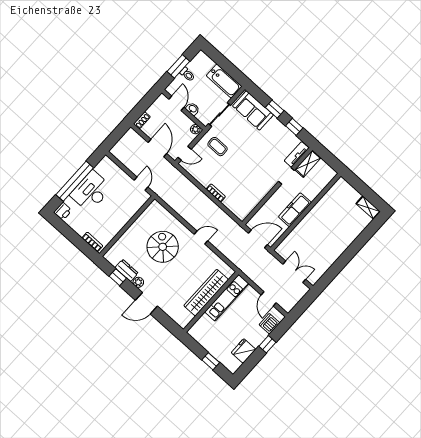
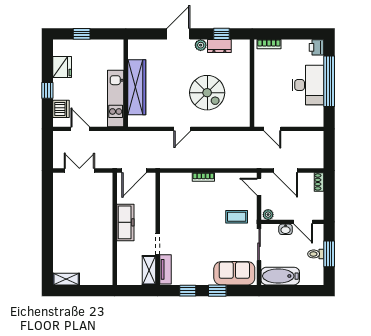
door: (185, 153) -> (259, 187), hinge flipped
double door: (294, 272) -> (79, 171), swing flipped

